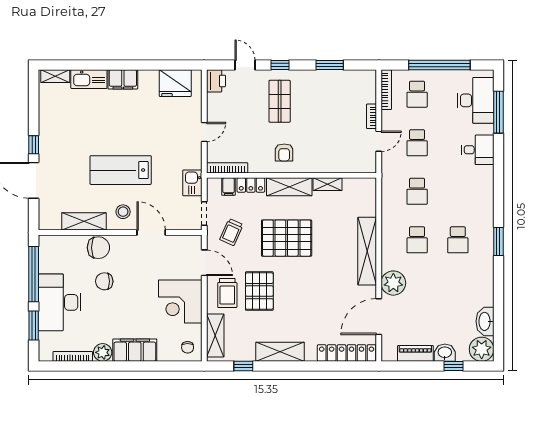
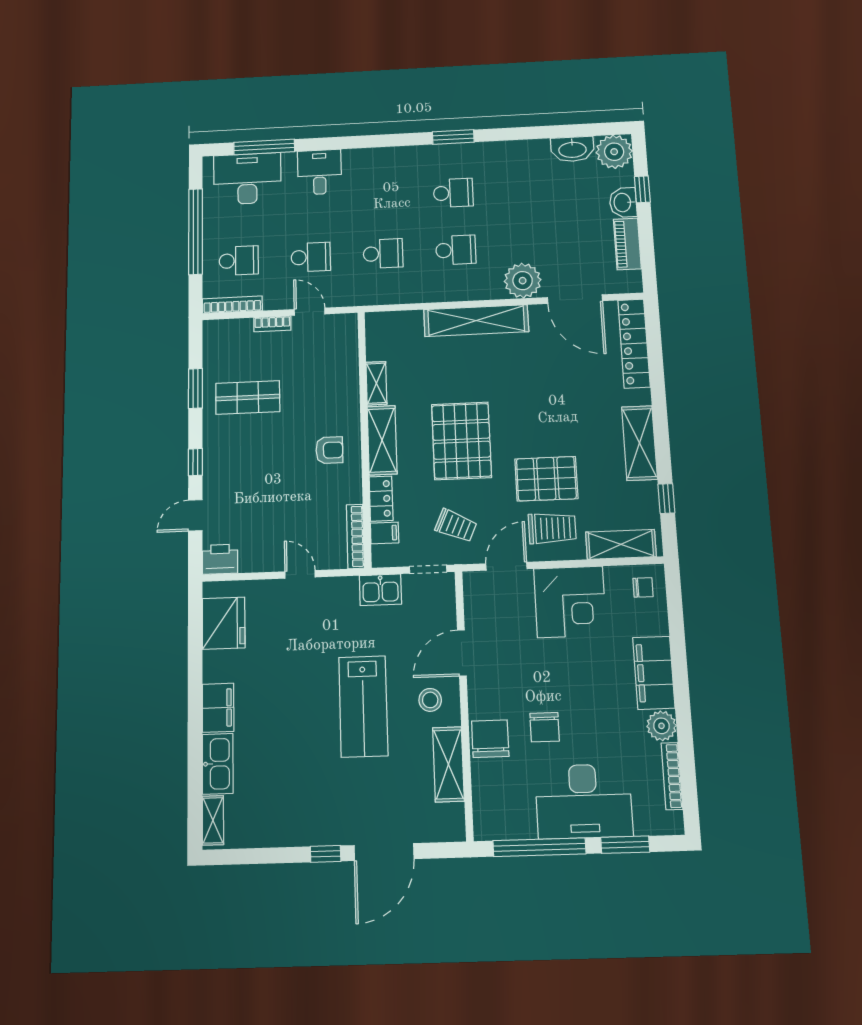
shop shelf: (280, 101) -> (248, 398), moved

